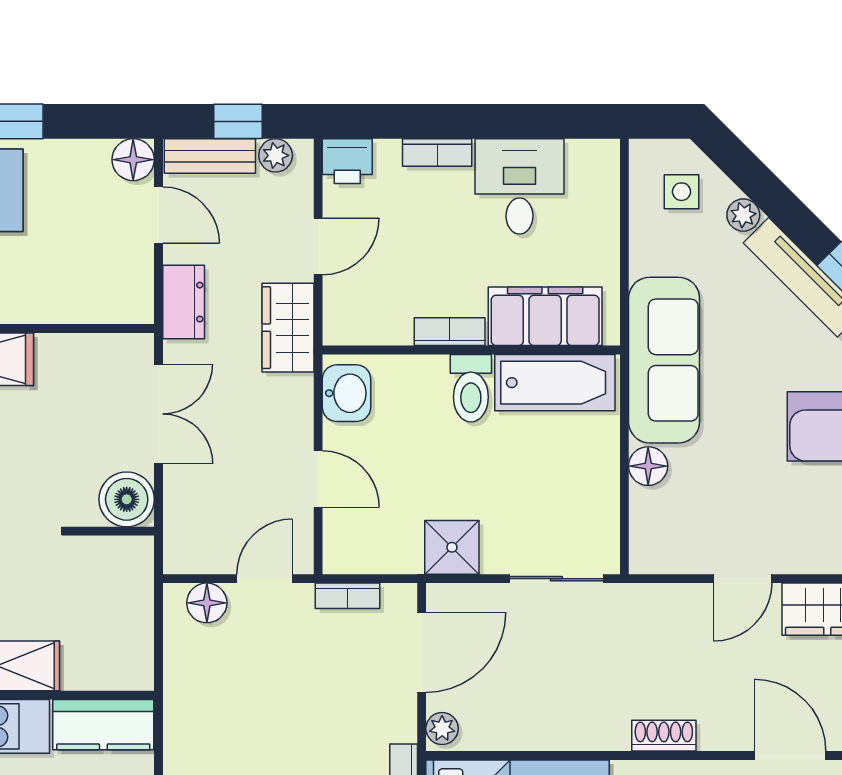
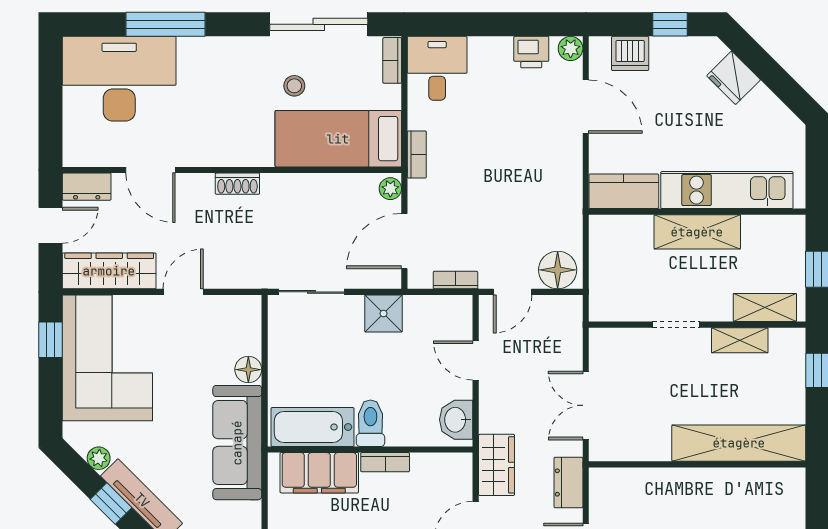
boiler: (127, 499) -> (608, 347), removed
floor lamp: (207, 603) -> (558, 270), width x1.38, depth x1.38

